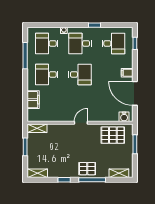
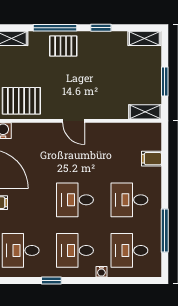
desk: (47, 43) -> (129, 250), turned 180
desk: (80, 43) -> (75, 250), turned 180
desk: (47, 74) -> (129, 200), turned 180
filing cabinet: (33, 100) -> (152, 159), width x0.50
door: (81, 123) -> (74, 121), hinge flipped

